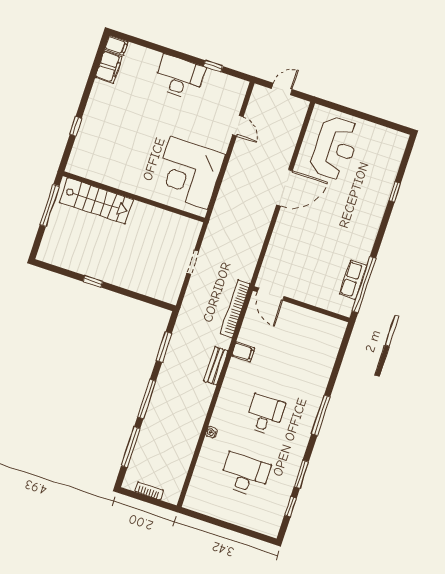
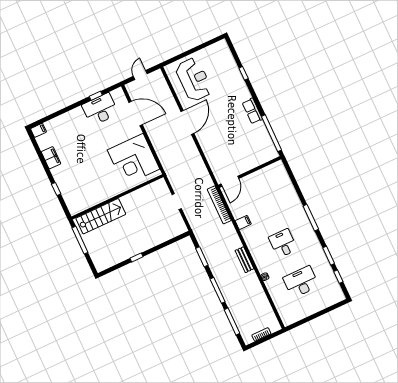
filing cabinet: (109, 67) -> (51, 158), moved
desk: (179, 77) -> (100, 109), moved
door: (238, 126) -> (136, 113), width x1.87
row of seats: (353, 280) -> (252, 111), moved
door: (271, 294) -> (230, 181), hinge flipped
bench: (216, 366) -> (244, 260), moved

